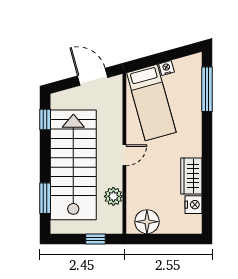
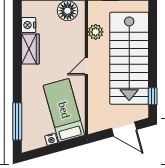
door: (93, 77) -> (124, 129), moved
window: (45, 198) -> (153, 30), removed

